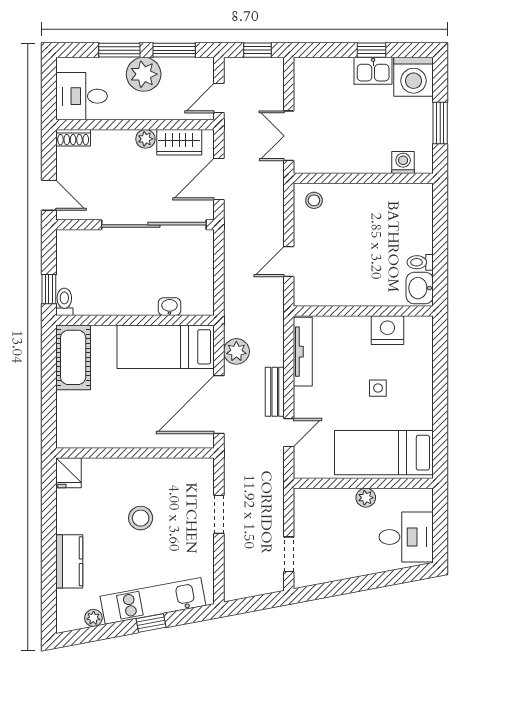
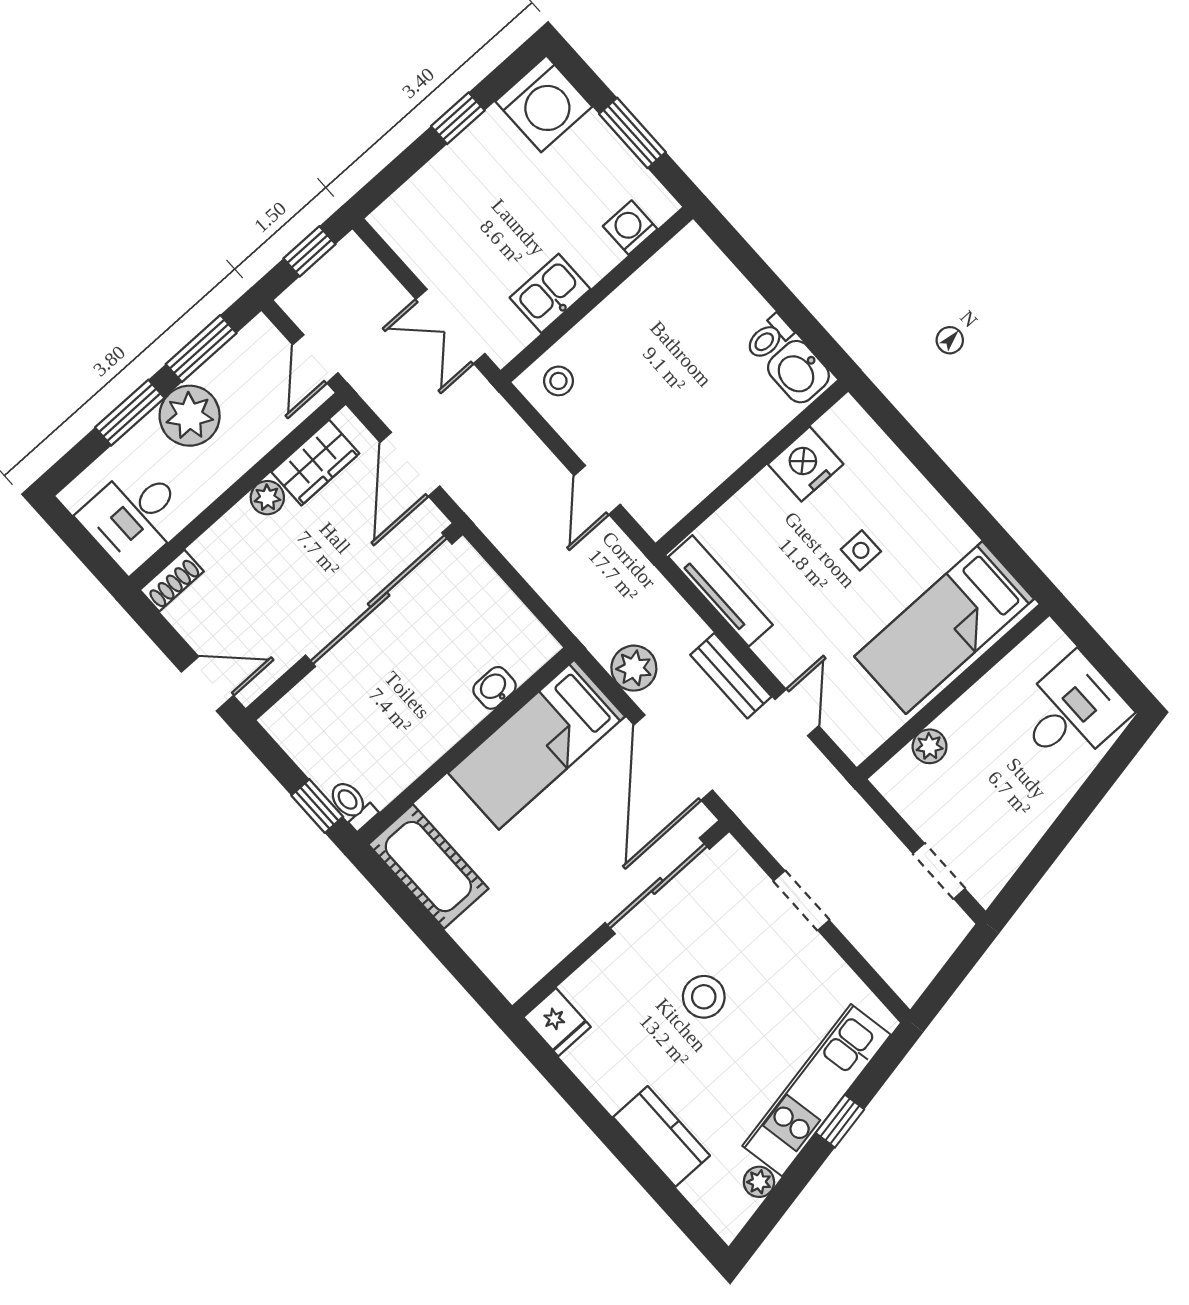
kitchen sink: (373, 71) -> (550, 293), moved, turned 180
sliding door: (163, 453) -> (657, 886), added
plant: (366, 498) -> (930, 746), moved

